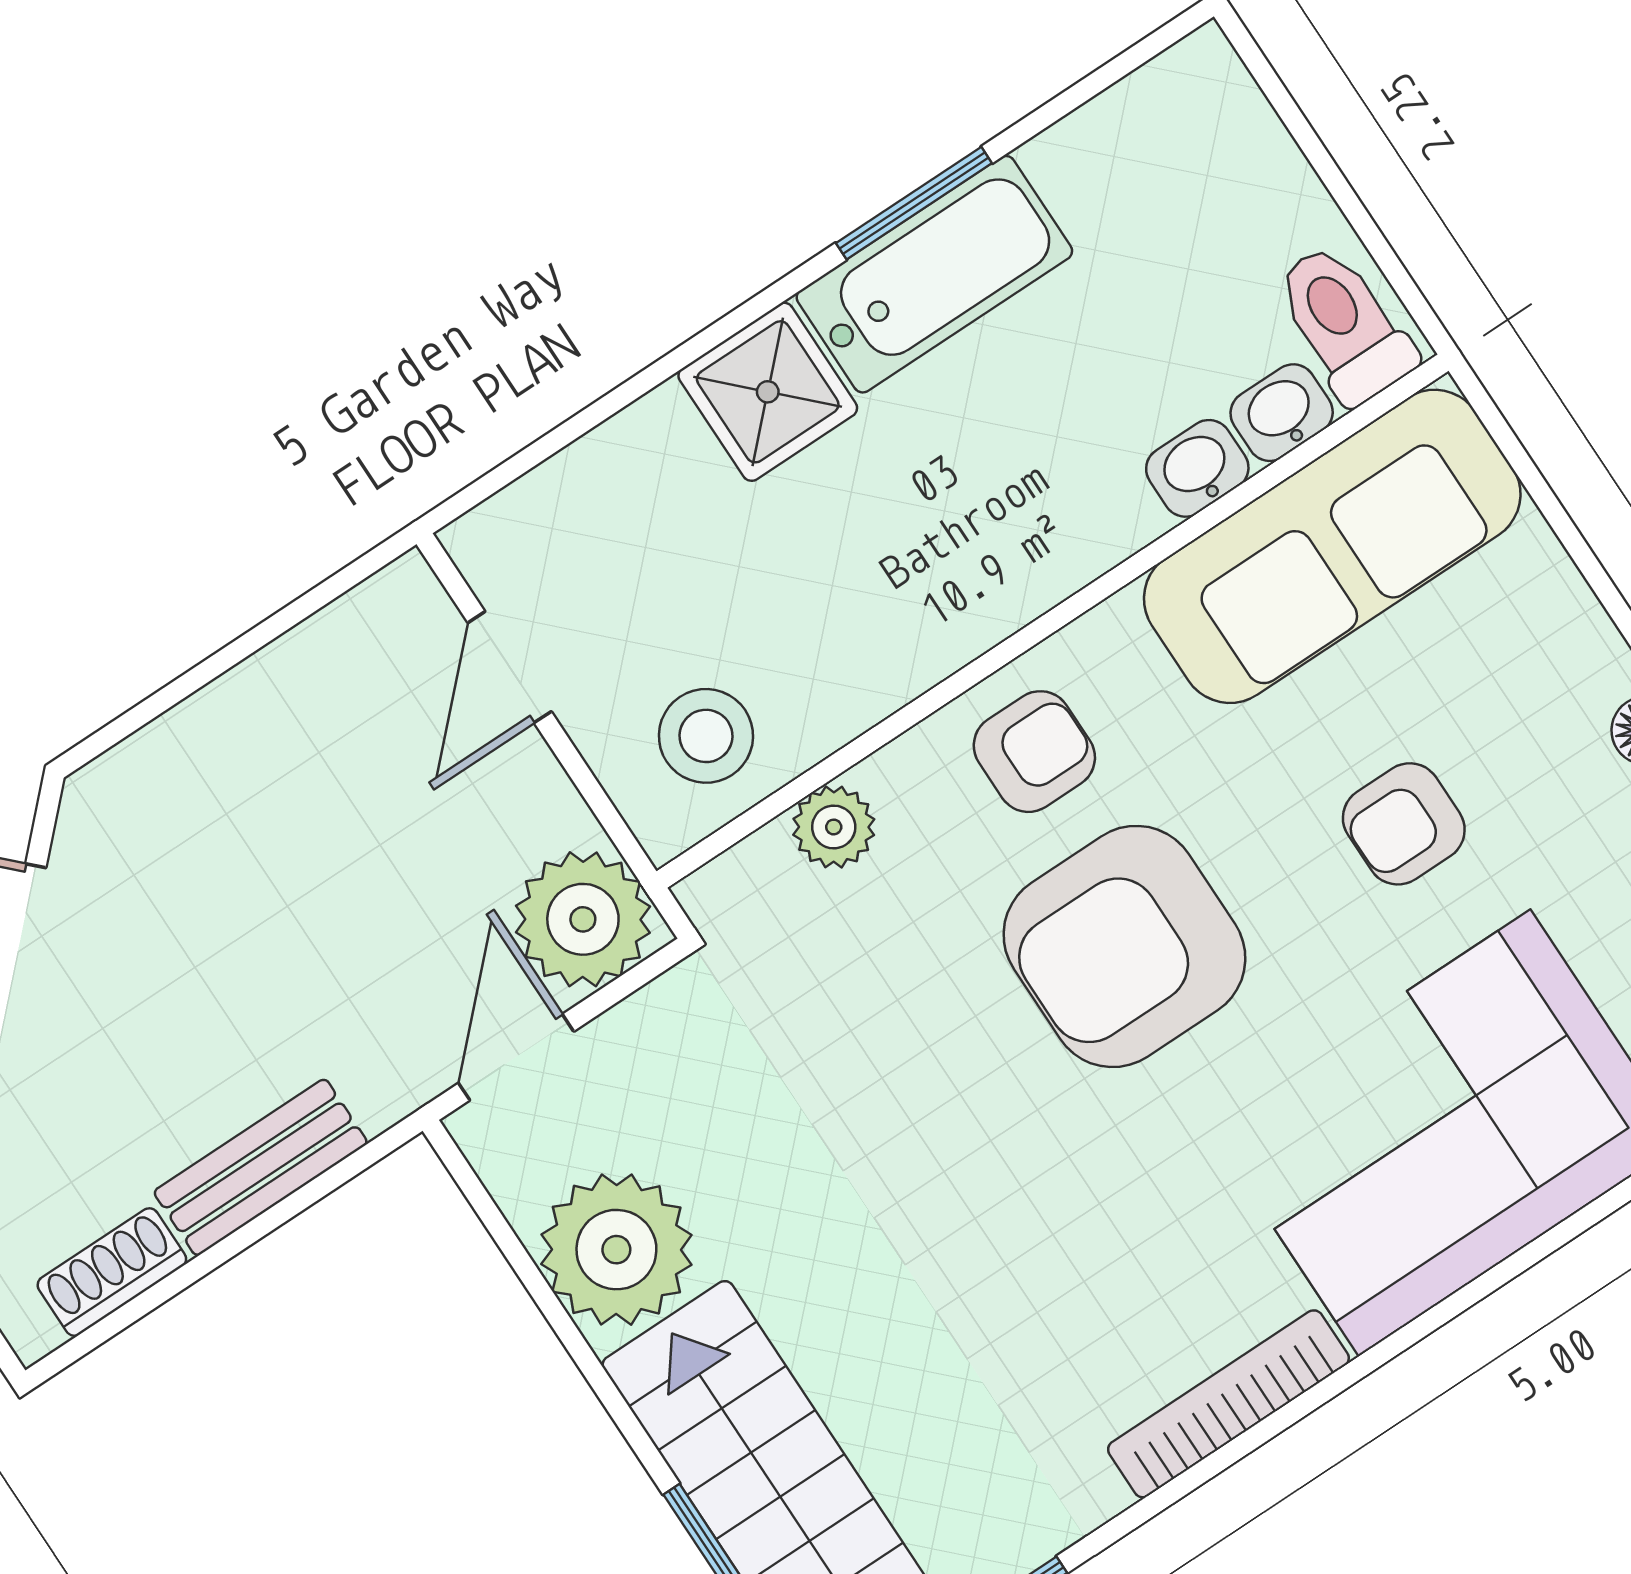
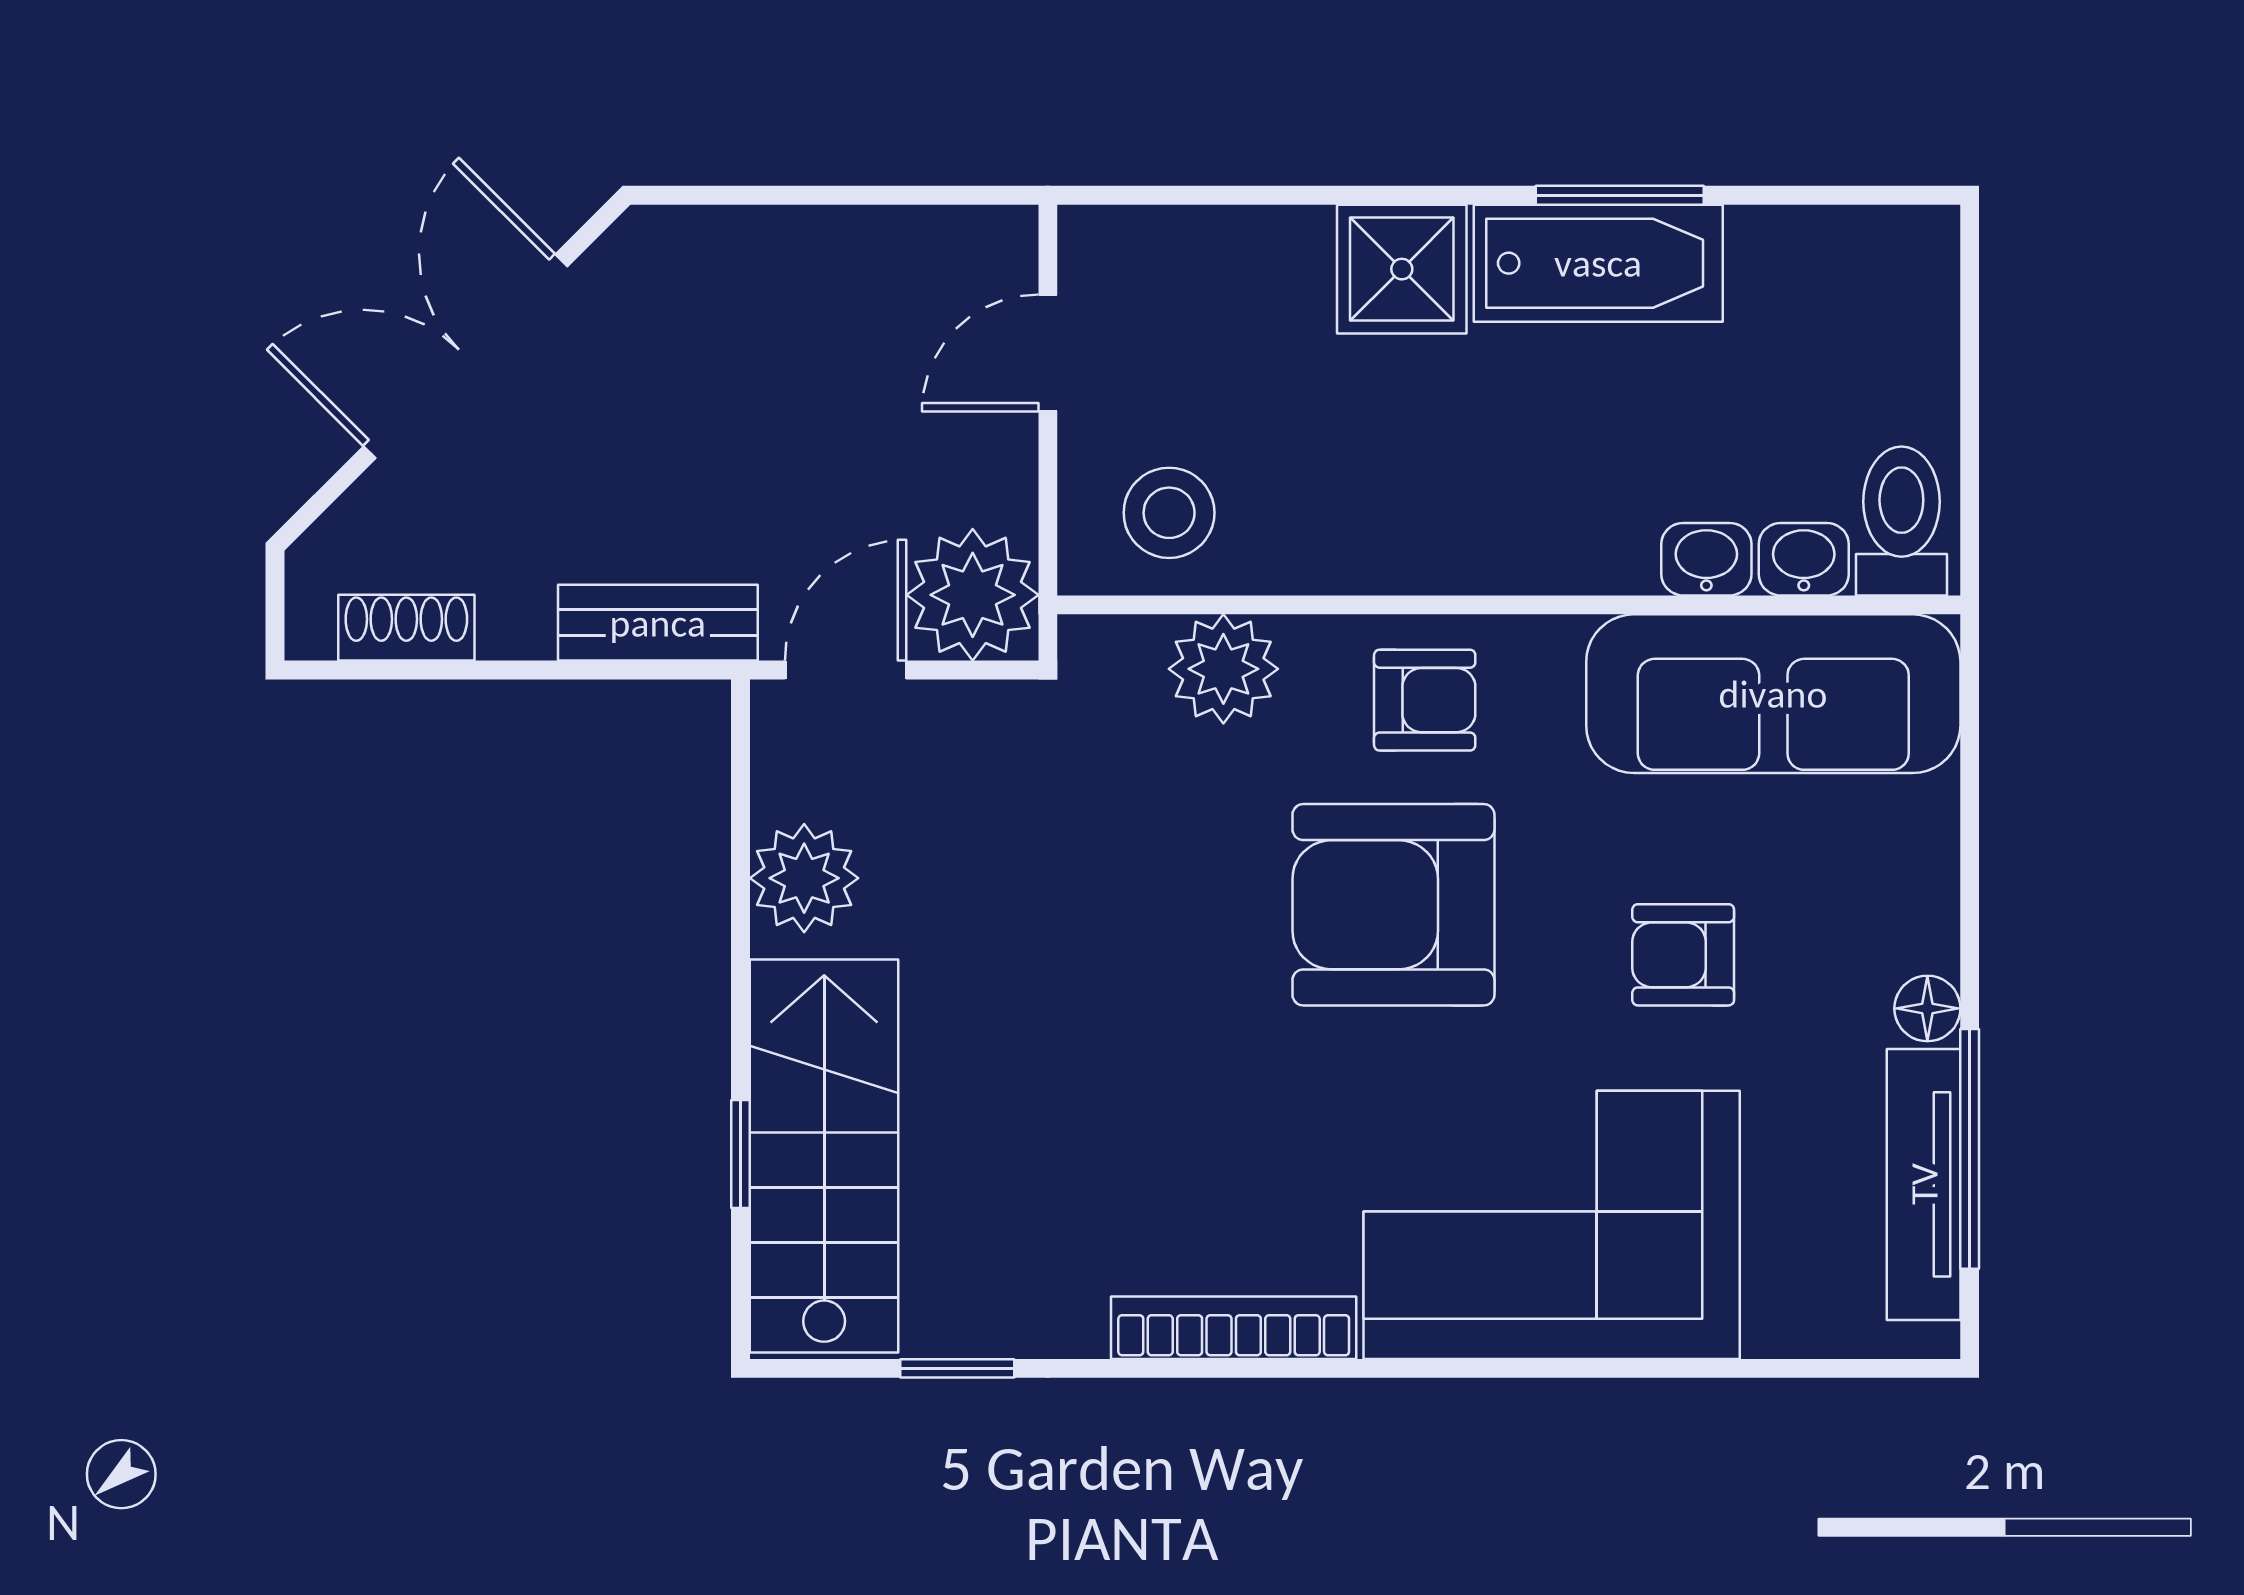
plant: (834, 827) -> (1223, 669), width x1.38, depth x1.38
bench: (261, 1167) -> (658, 623), moved
plant: (616, 1250) -> (804, 878), width x0.73, depth x0.73

